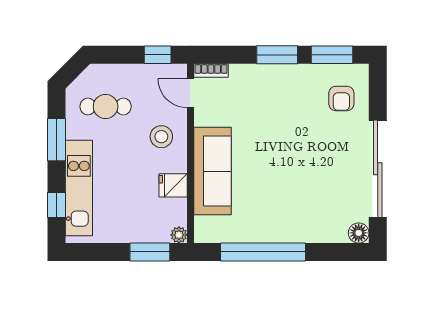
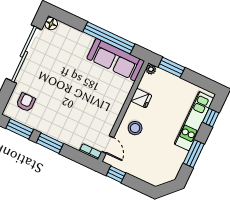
cafe table: (106, 106) -> (158, 159), removed
sofa: (213, 171) -> (116, 60), moved, turned -90

